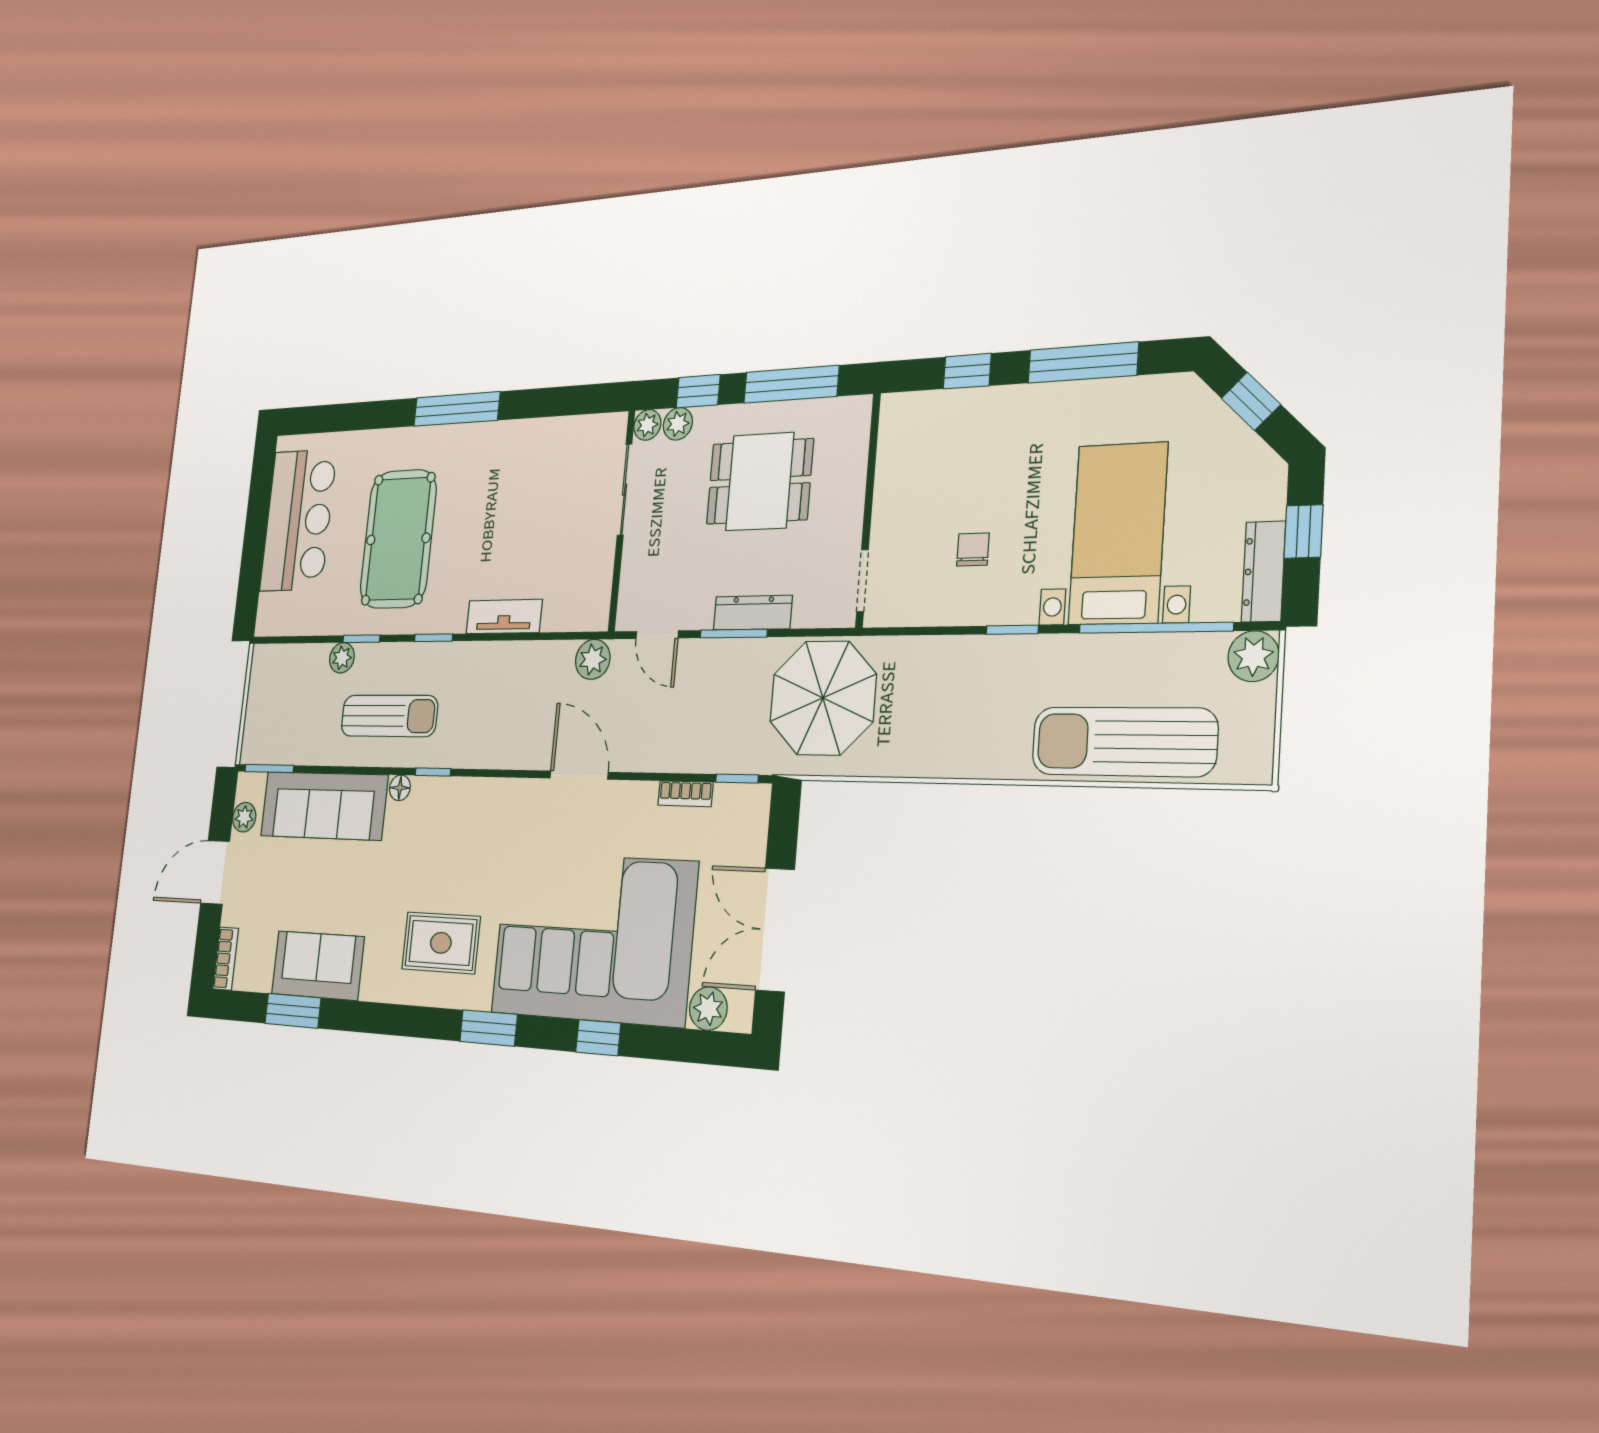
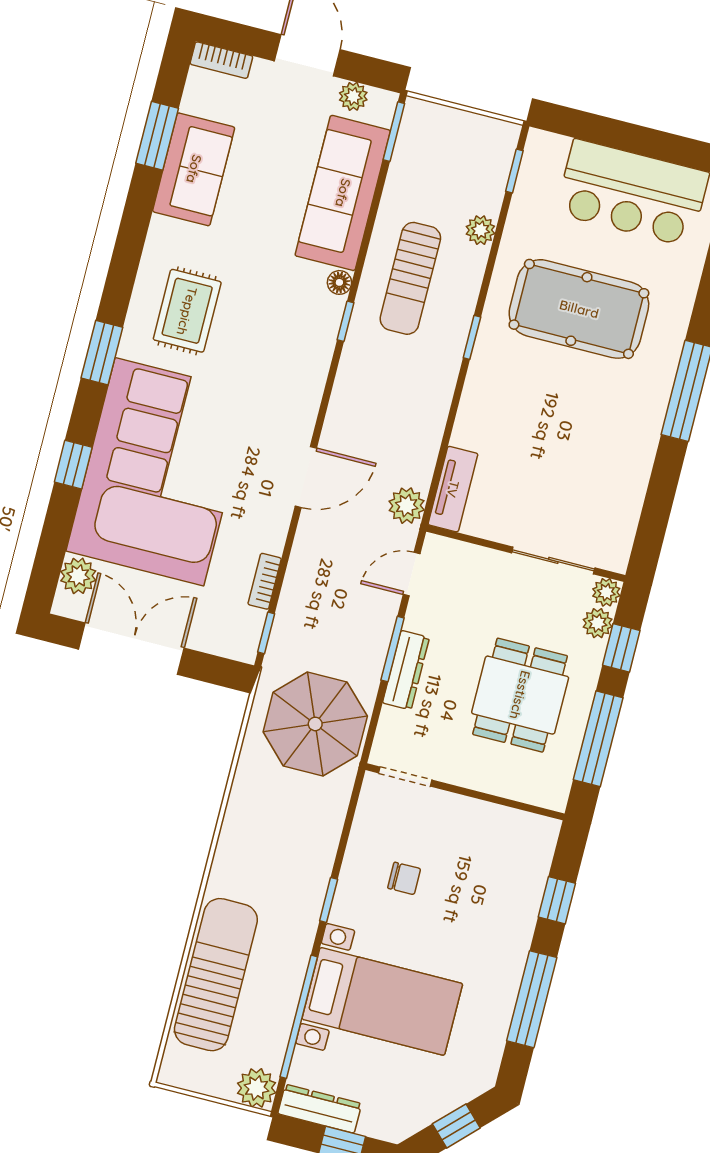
tv unit: (504, 616) -> (453, 489), moved
window: (361, 639) -> (514, 171), moved

